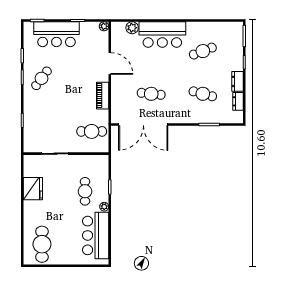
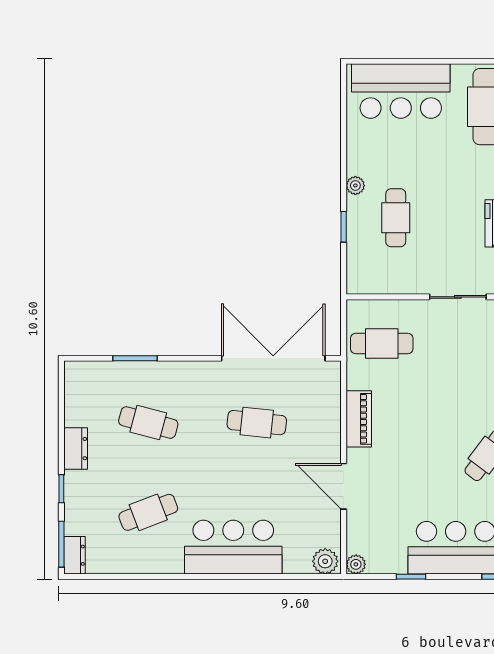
plant: (132, 28) -> (325, 561), moved
dresser: (238, 101) -> (75, 555), moved
bar counter: (96, 235) -> (401, 91), moved, turned 90

